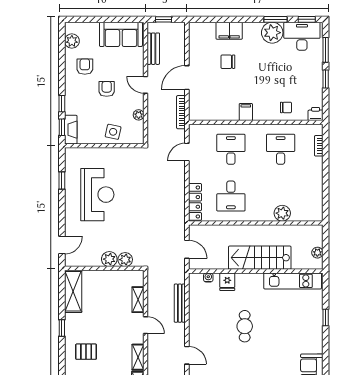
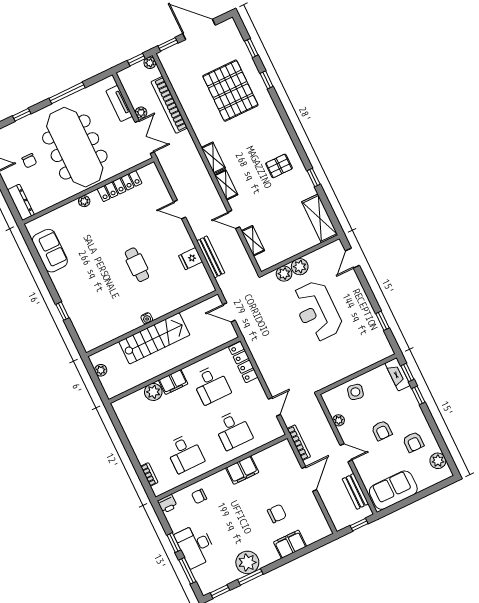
desk: (302, 36) -> (196, 546), moved, turned 90
filing cabinet: (246, 112) -> (242, 470), width x2.00
reception desk: (97, 195) -> (317, 311), moved
desk: (231, 196) -> (211, 385), turned 180
filing cabinet: (262, 214) -> (173, 382), added
water cooler: (208, 277) -> (147, 318), moved
kitchen unit: (293, 281) -> (112, 331), removed
fridge: (227, 282) -> (191, 259), moved, turned -90

